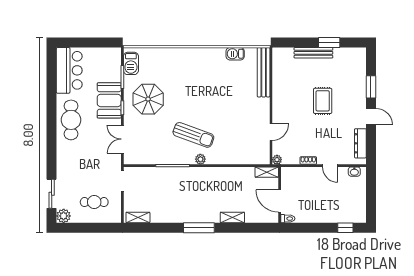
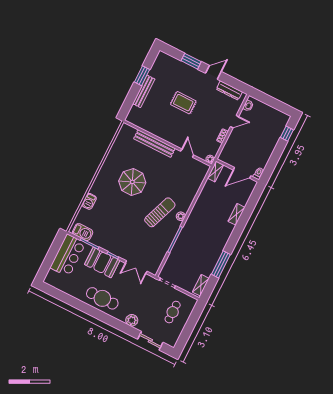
barbecue: (235, 54) -> (89, 201), moved
bar counter: (69, 70) -> (68, 255), moved, turned 90
bench: (264, 72) -> (154, 144), moved
parasol: (148, 99) -> (132, 182), moved
plant: (64, 216) -> (132, 320), moved
window: (199, 228) -> (221, 264), moved

